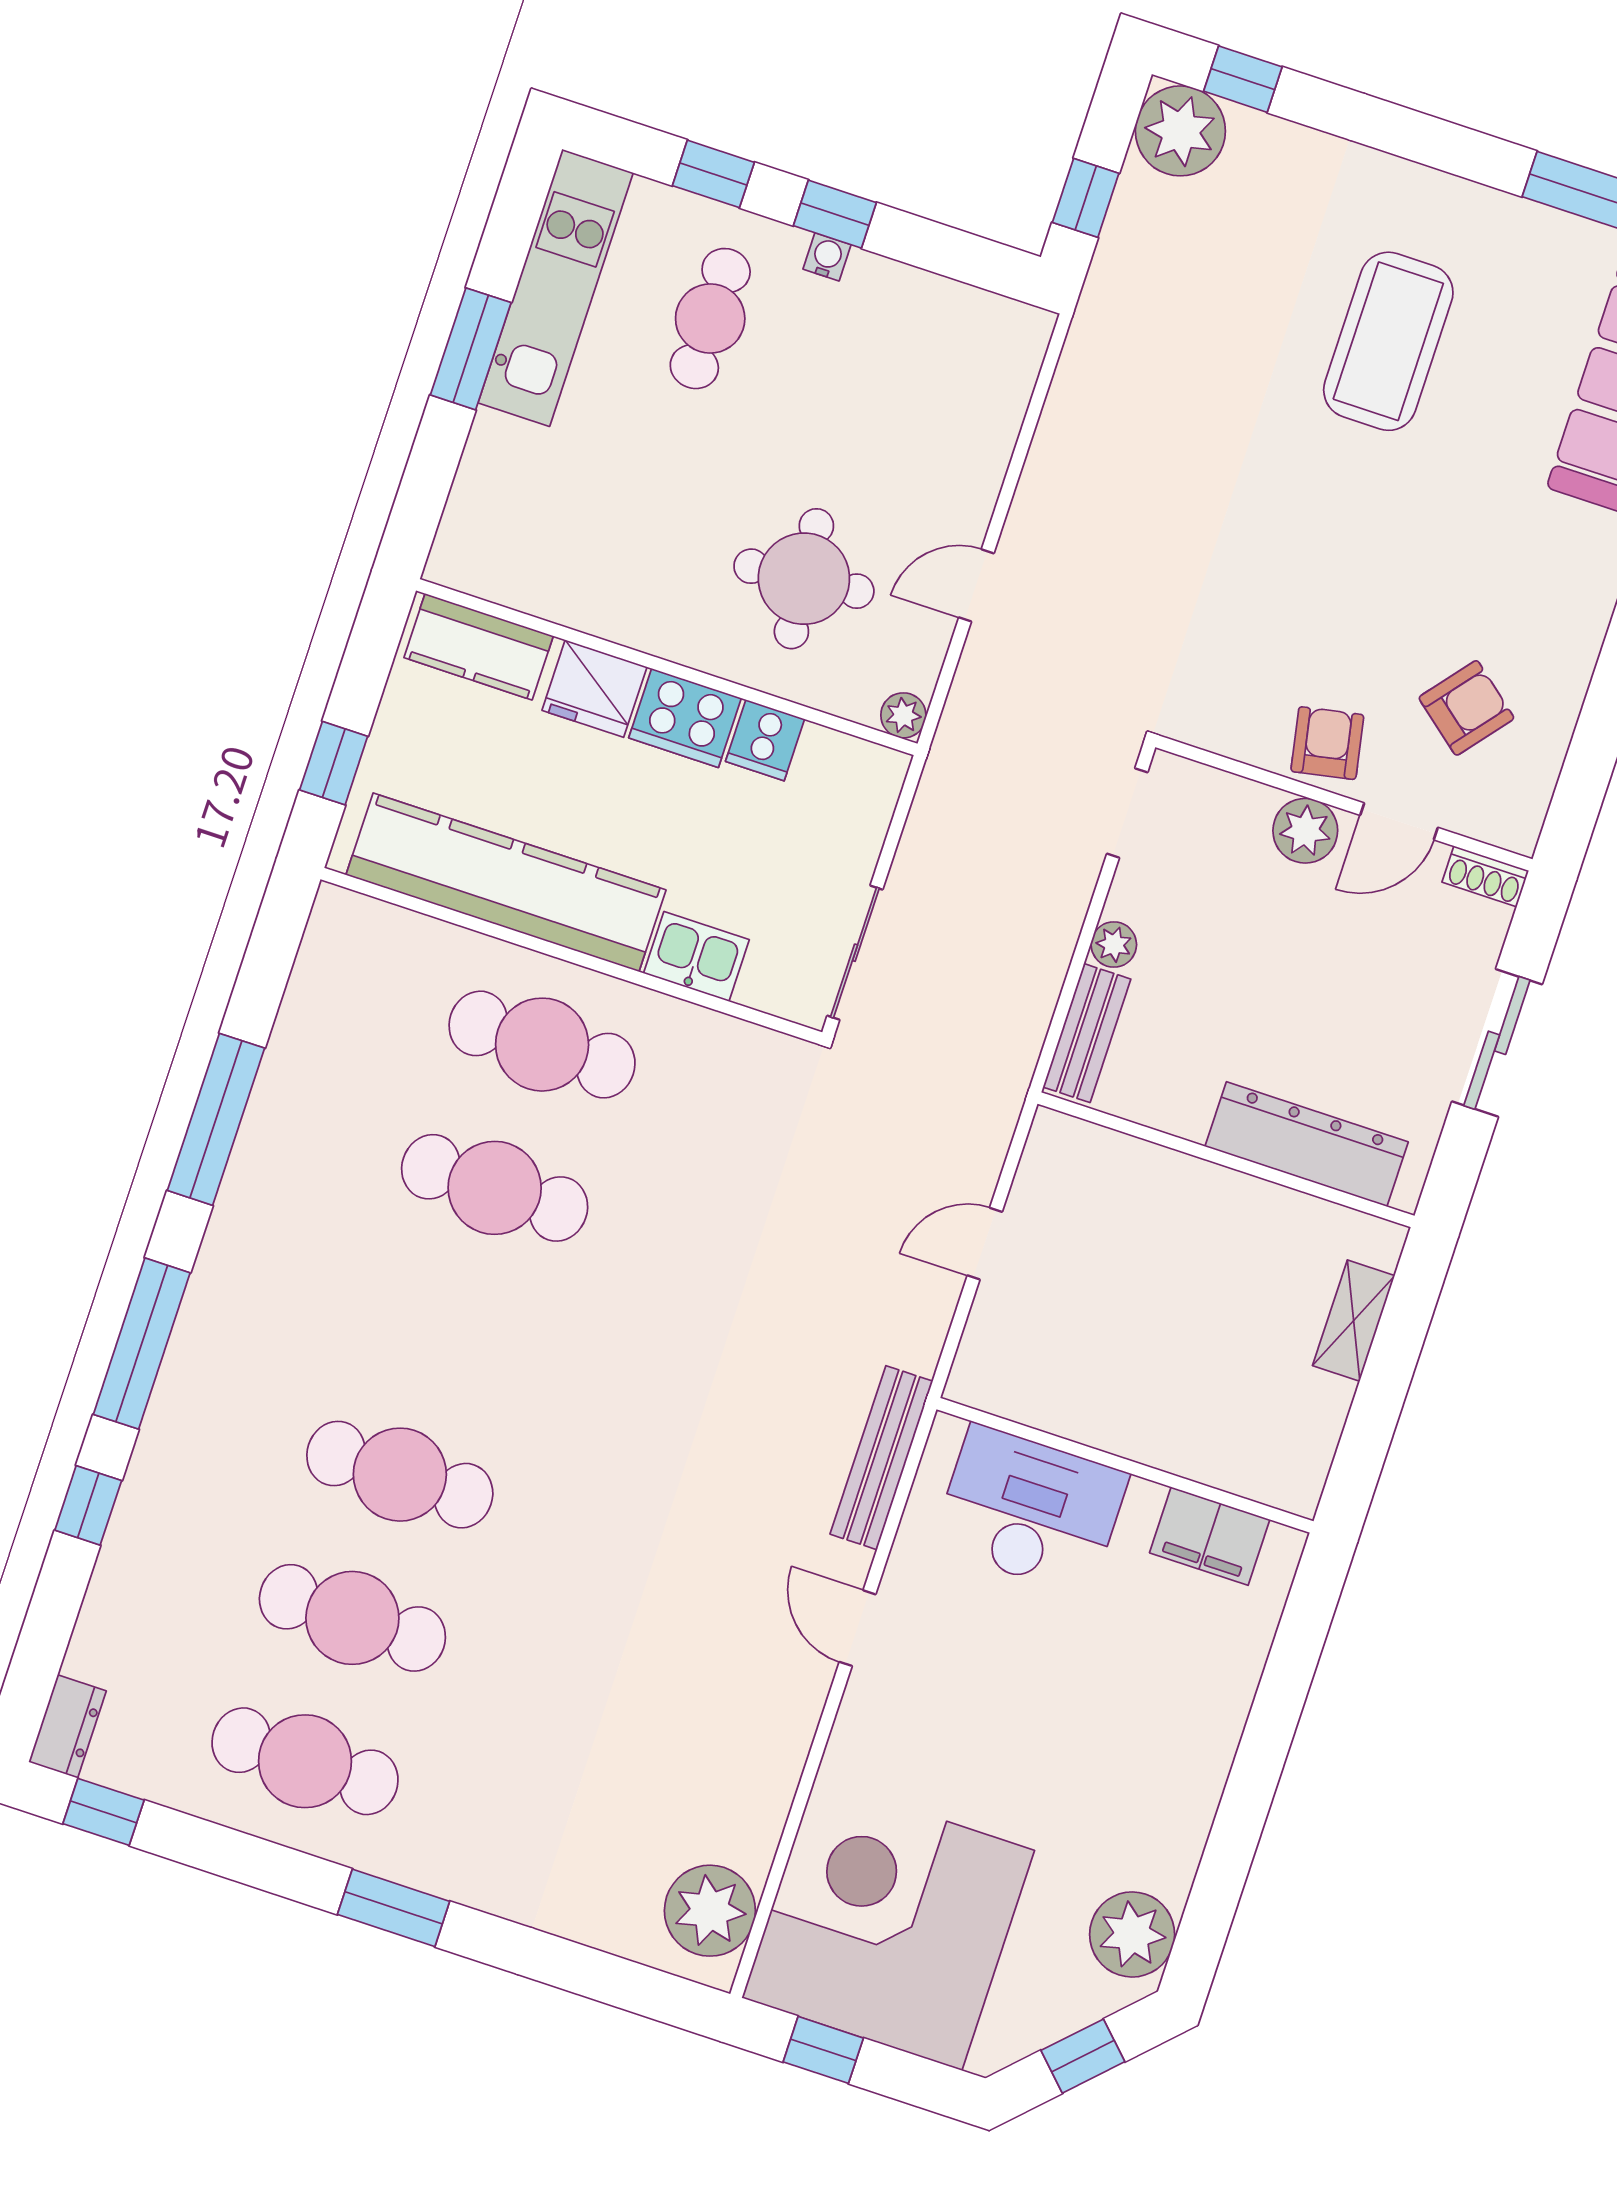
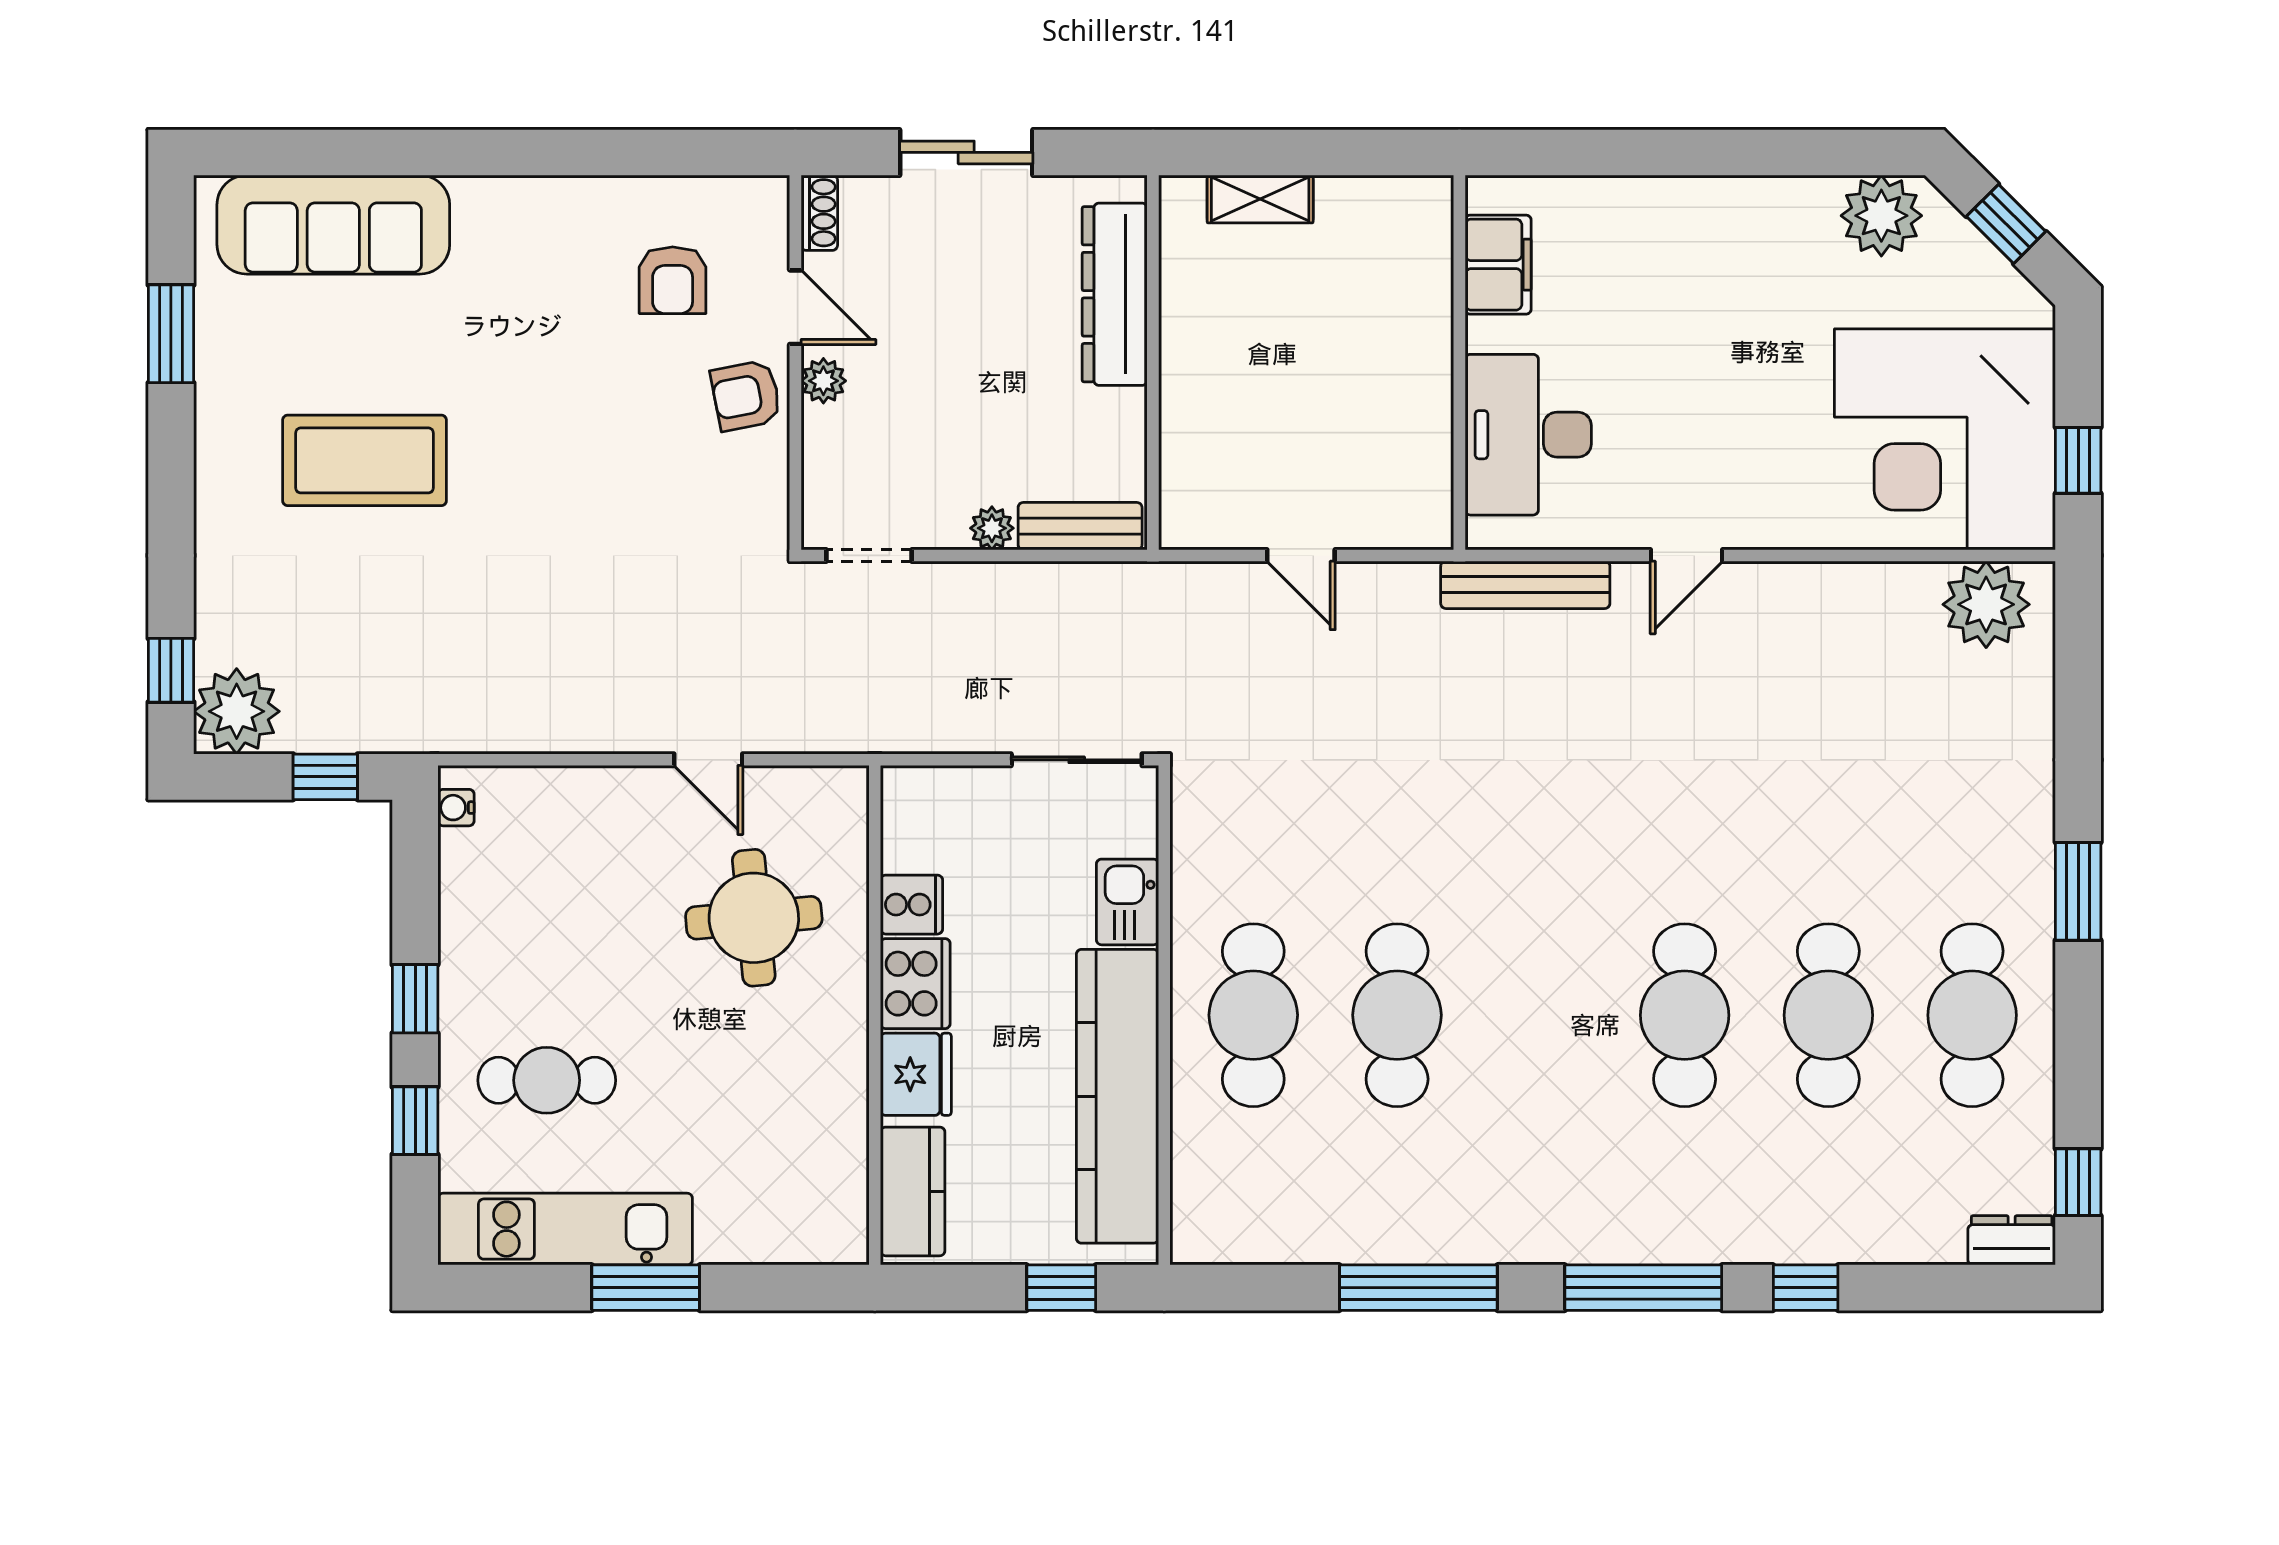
water cooler: (827, 257) -> (456, 808), moved
armchair: (1466, 708) -> (673, 280), turned -129
plant: (903, 715) -> (848, 787), removed
plant: (1305, 831) -> (823, 381), width x0.73, depth x0.73

